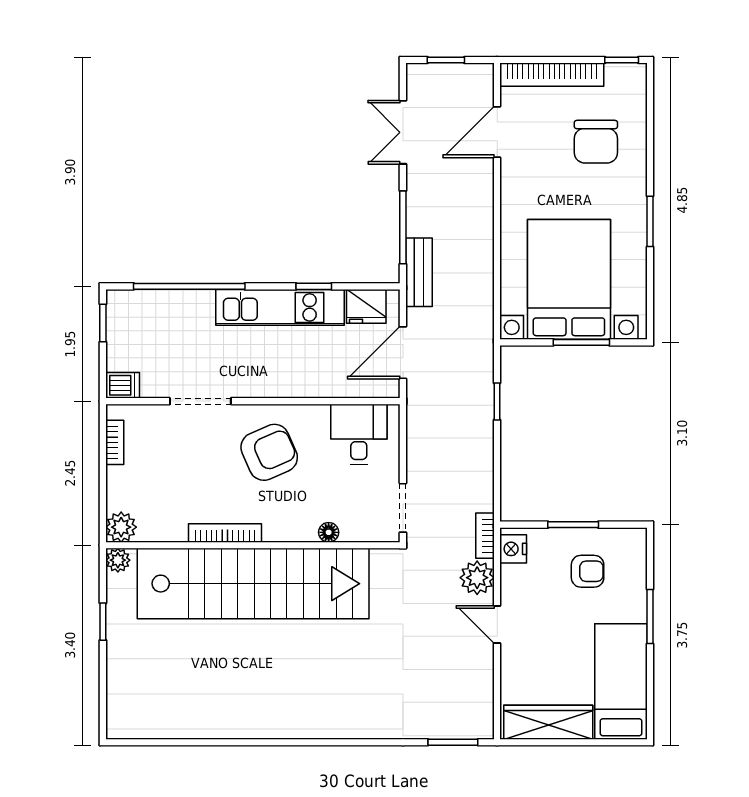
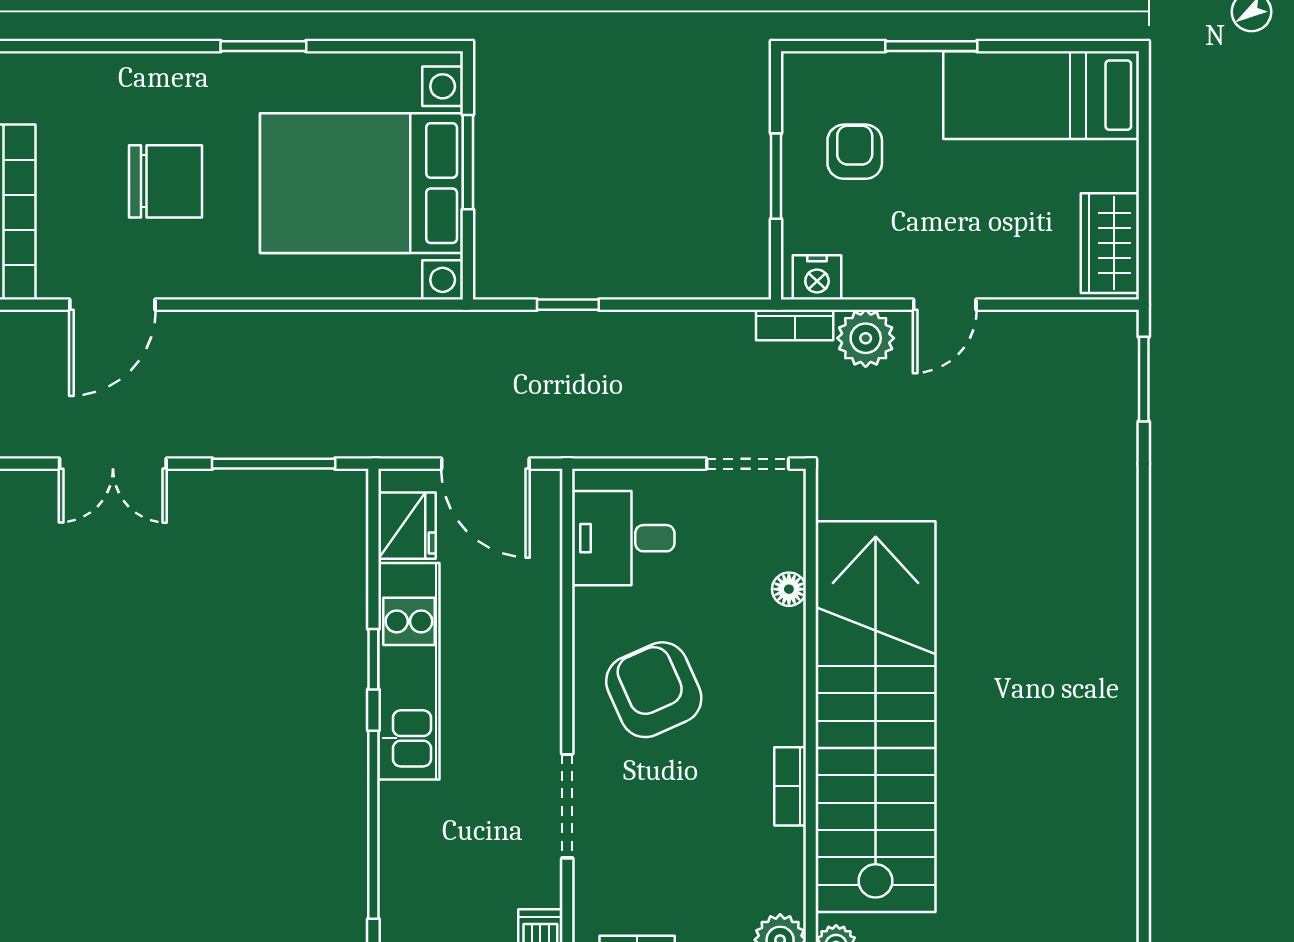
door: (497, 132) -> (112, 305), hinge flipped
chair: (596, 142) -> (166, 181), moved
bench: (419, 272) -> (349, 437), removed
window: (314, 286) -> (373, 659), moved
bookcase: (225, 533) -> (790, 786), width x0.64
wardrobe: (548, 722) -> (1110, 243), width x0.67

